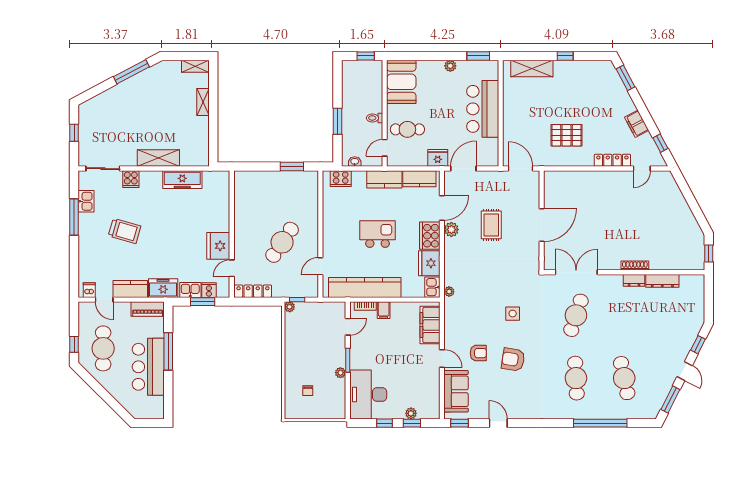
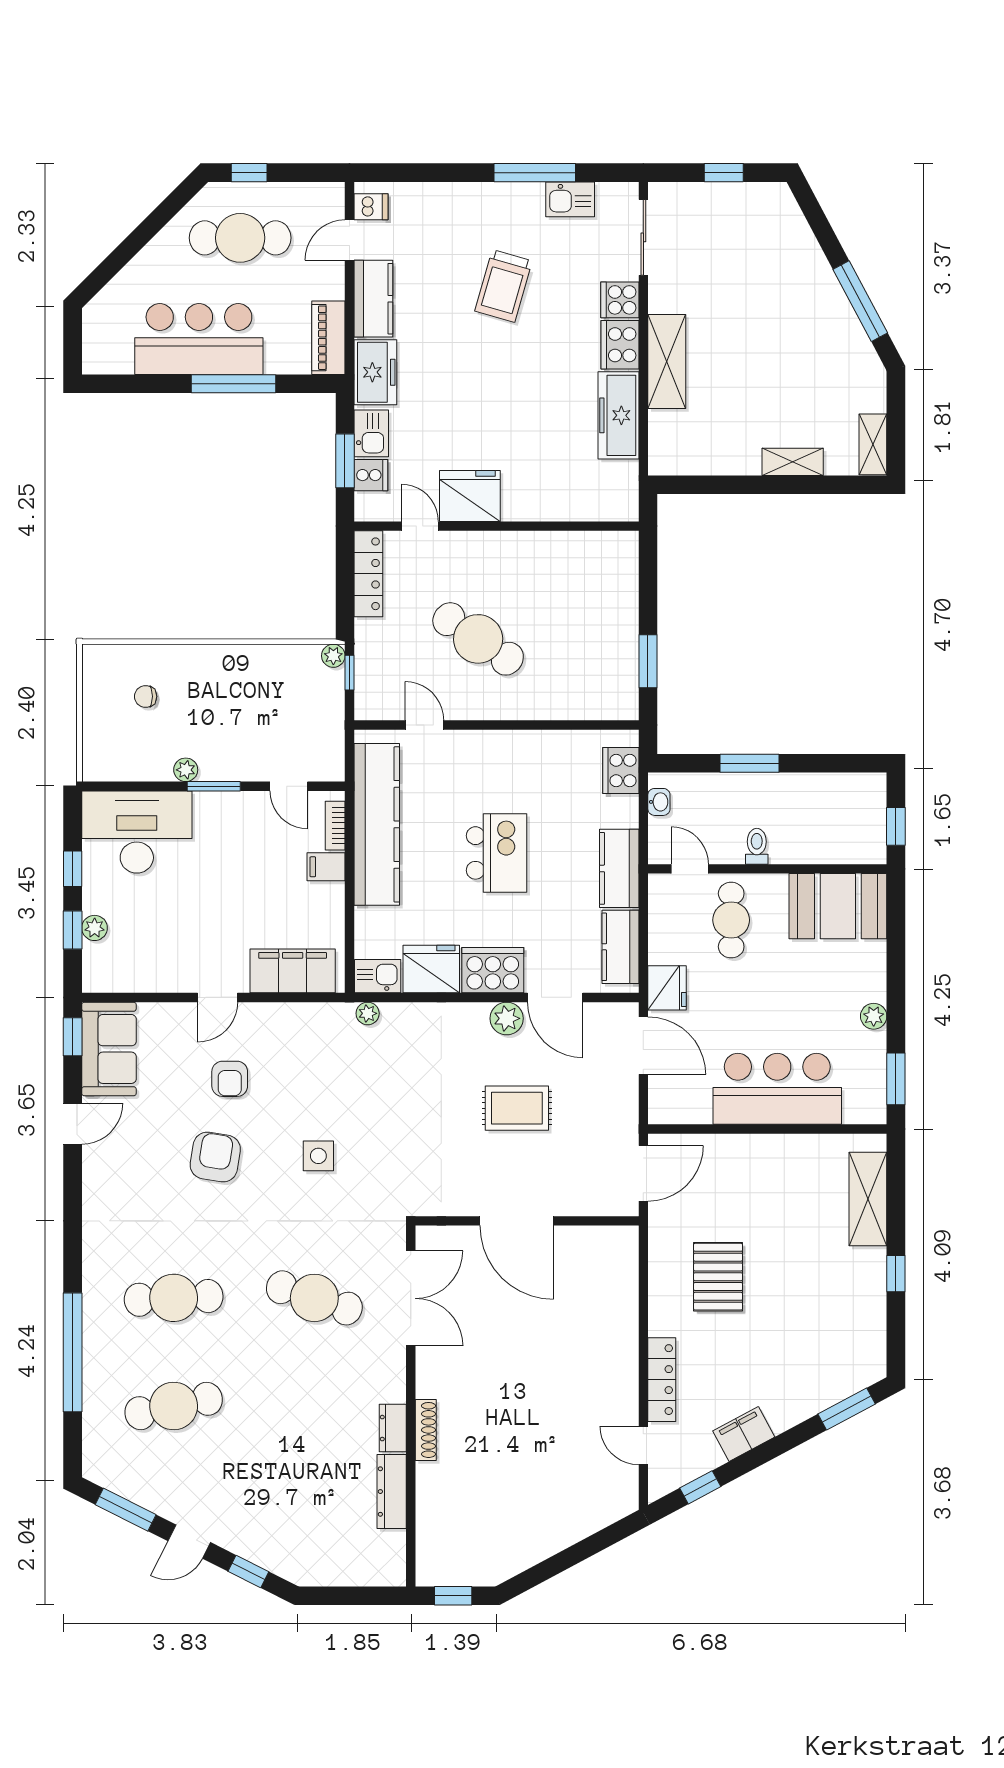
cooker: (151, 179) -> (620, 345), added
sofa: (456, 391) -> (109, 1049), moved, turned -90

